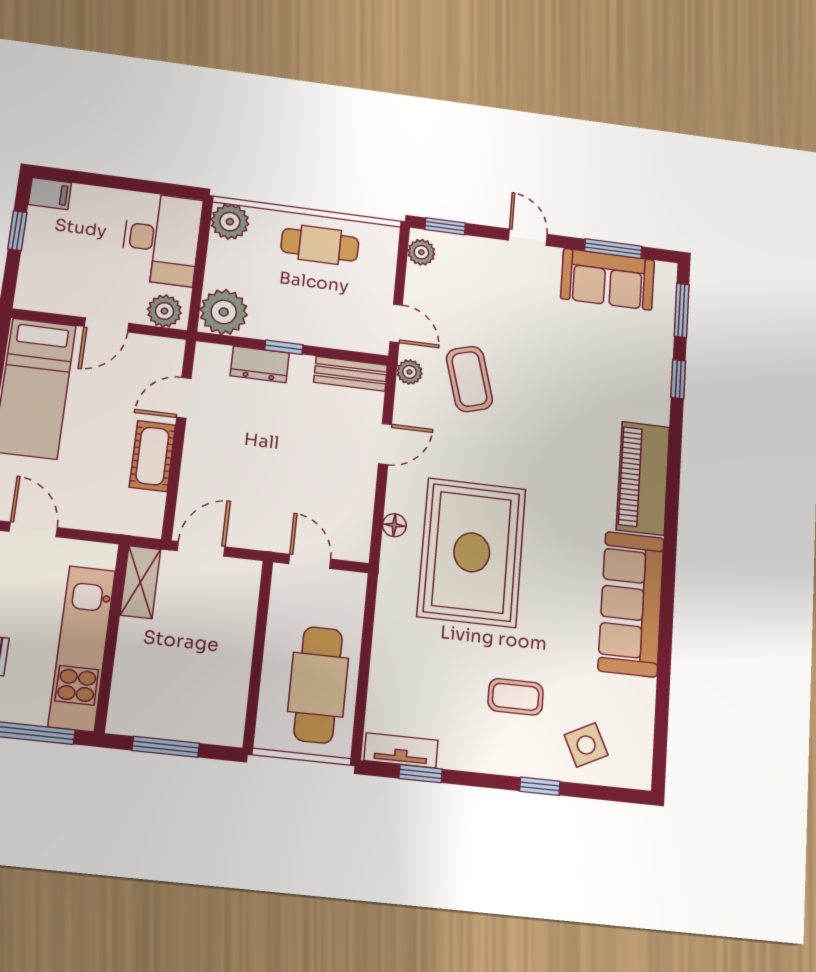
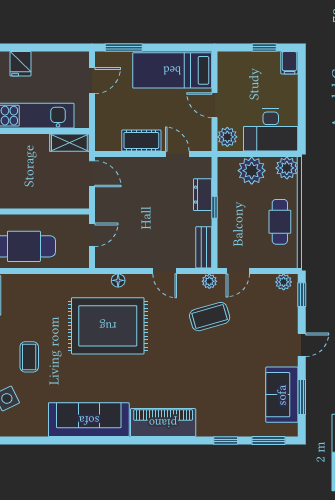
plant: (224, 312) -> (252, 171), moved

